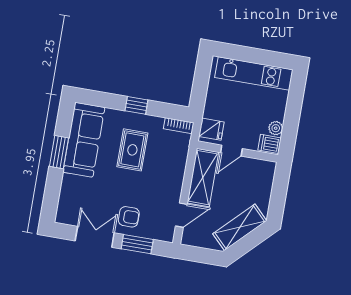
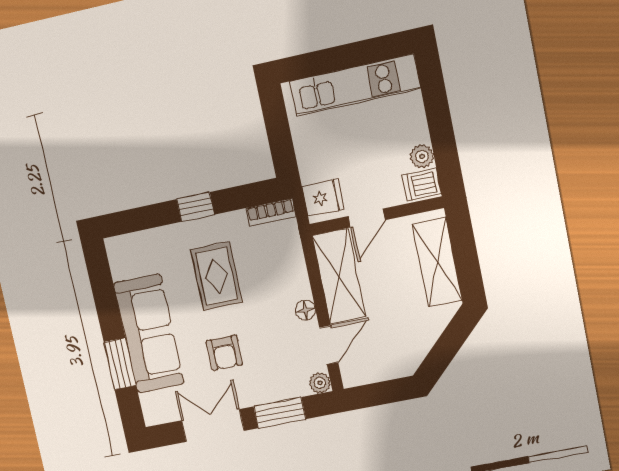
sofa: (84, 140) -> (149, 334), moved
window: (59, 152) -> (120, 364), moved
floor lamp: (176, 190) -> (305, 310), added
armchair: (129, 217) -> (224, 353), moved, turned 90
shelving: (240, 227) -> (437, 262), moved, turned -45
plant: (168, 235) -> (320, 383), added

